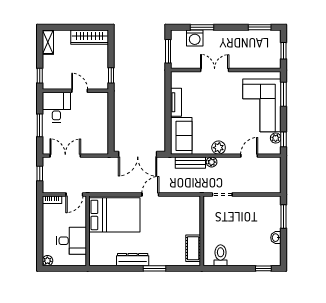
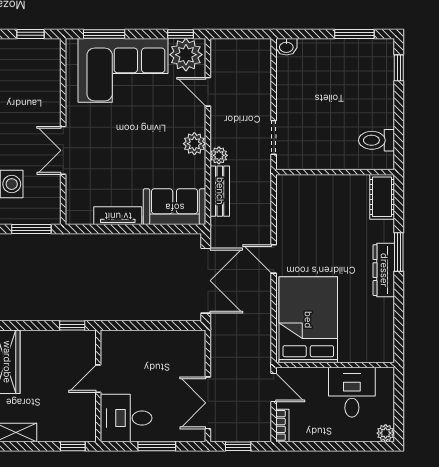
plant: (276, 138) -> (186, 55), width x1.88, depth x1.88
window: (283, 216) -> (354, 34), moved
washbasin: (276, 238) -> (286, 47), moved
cot: (193, 248) -> (382, 197), moved, turned 90
dresser: (133, 260) -> (384, 270), moved

